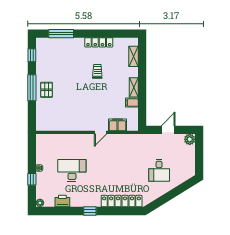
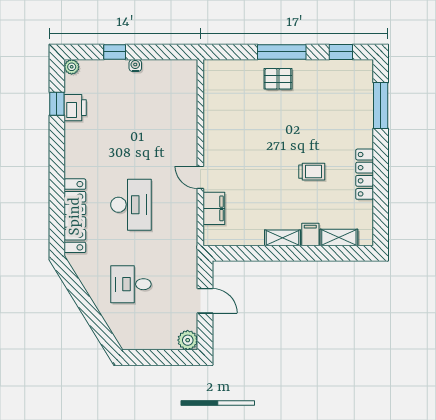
filing cabinet: (132, 103) -> (310, 235), moved
desk: (72, 170) -> (131, 205), moved
window: (90, 211) -> (57, 104), moved

